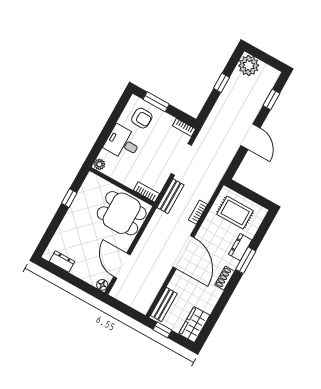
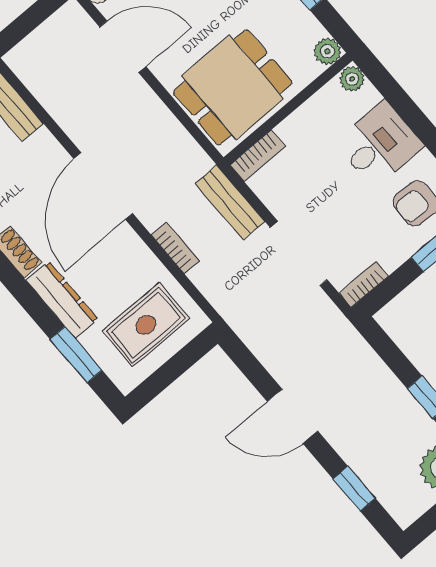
plant: (92, 179) -> (327, 51), added
dresser: (240, 247) -> (62, 300), width x1.44
door: (183, 252) -> (103, 186), hinge flipped
window: (246, 260) -> (76, 355), moved

